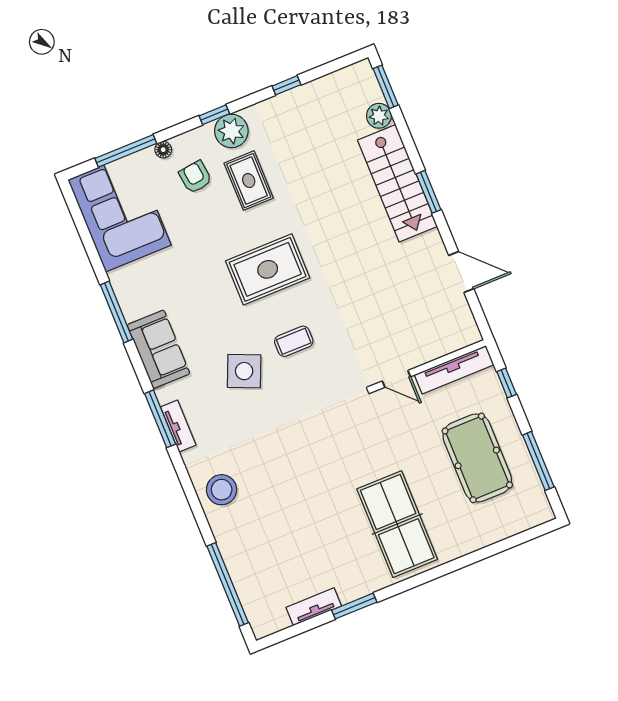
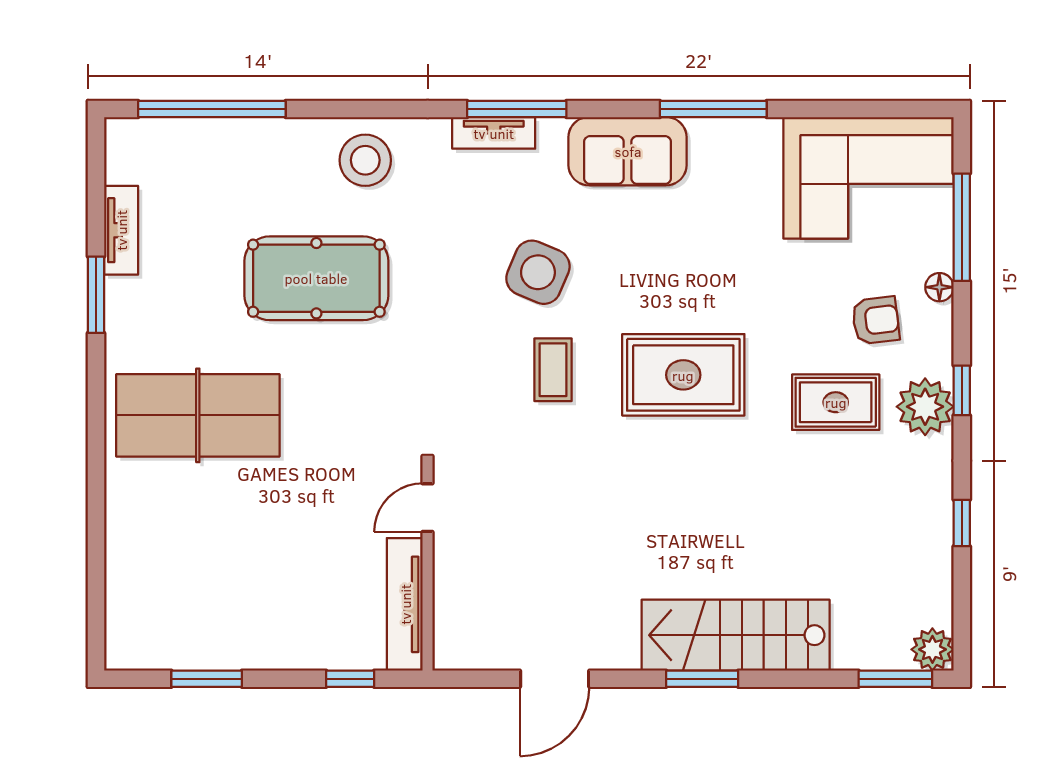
plant: (379, 116) -> (932, 649), moved
rug: (268, 269) -> (683, 375), turned 90
pool table: (477, 458) -> (316, 278), moved
window: (538, 461) -> (207, 679), width x0.69

